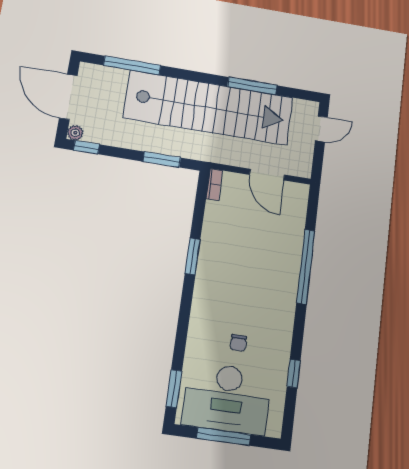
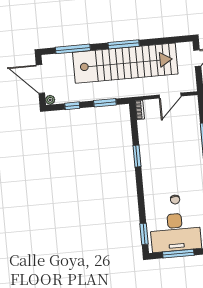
window: (252, 86) -> (124, 44), moved
window: (86, 147) -> (72, 106), moved
door: (267, 175) -> (170, 96), hinge flipped

